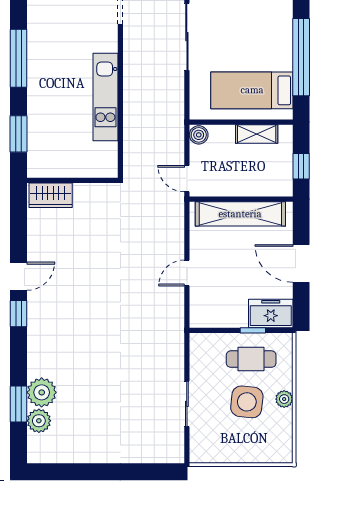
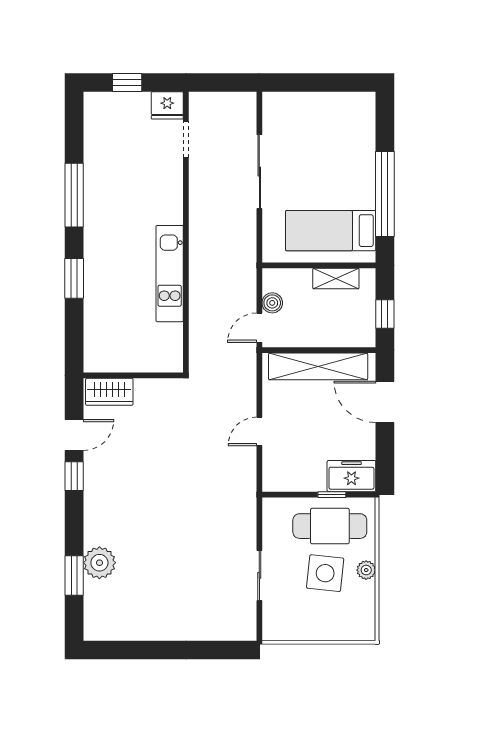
kitchen unit: (105, 97) -> (170, 274), moved
boiler: (199, 135) -> (272, 303), moved
door: (187, 179) -> (259, 328), hinge flipped
wall: (72, 180) -> (133, 375), moved
wardrobe: (51, 195) -> (109, 392), moved
door: (301, 263) -> (385, 402), moved
cafe table: (251, 359) -> (330, 526), width x1.37, depth x1.35
plant: (39, 421) -> (96, 594), removed

